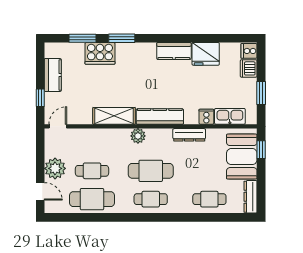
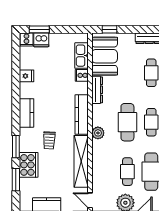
kitchen counter: (174, 51) -> (27, 113), moved
fridge: (206, 54) -> (27, 76), width x0.53, depth x0.75
trolley: (129, 78) -> (49, 140), added
window: (261, 93) -> (39, 29), moved
shelving: (114, 116) -> (81, 161), width x1.47
booth: (242, 157) -> (105, 56), moved, turned 90

